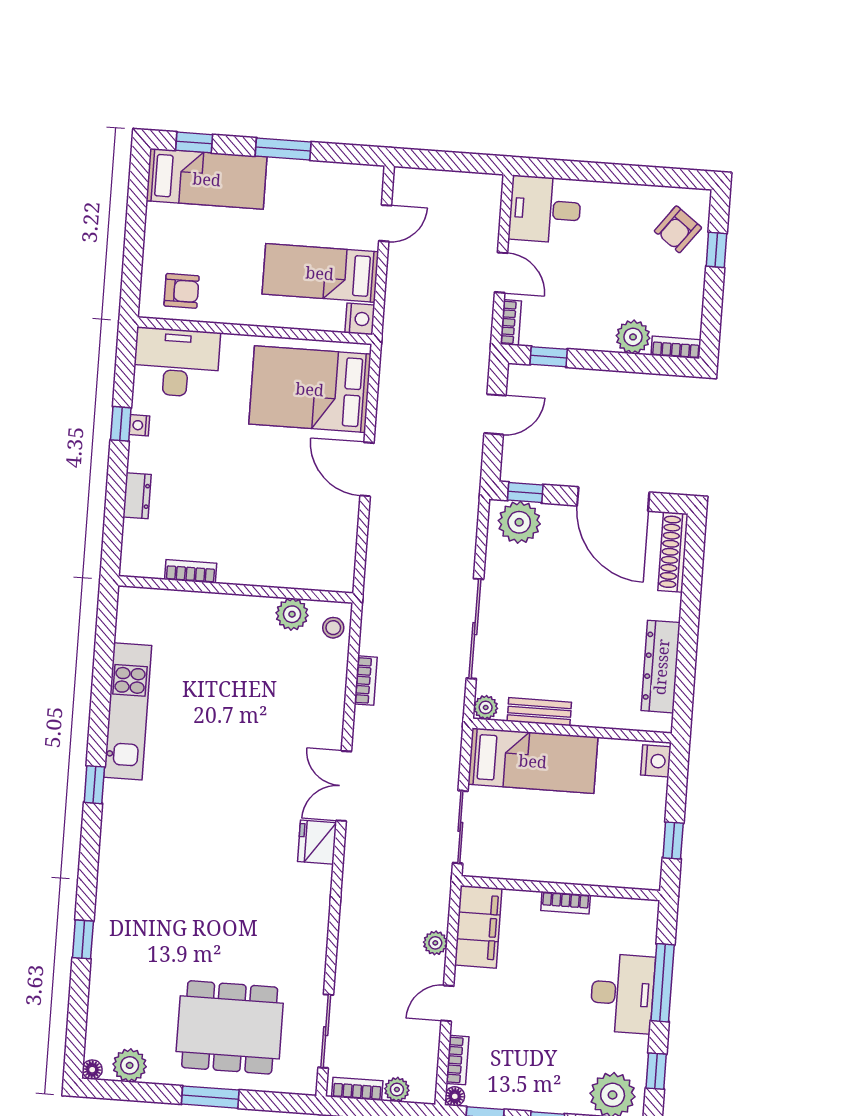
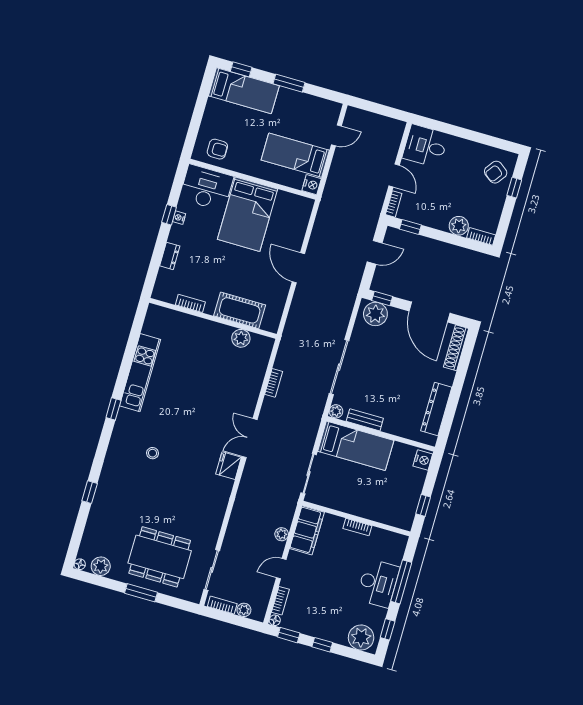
bed: (310, 389) -> (247, 214), moved, turned -90
cot: (280, 566) -> (240, 310), added
stool: (333, 628) -> (153, 453), moved

